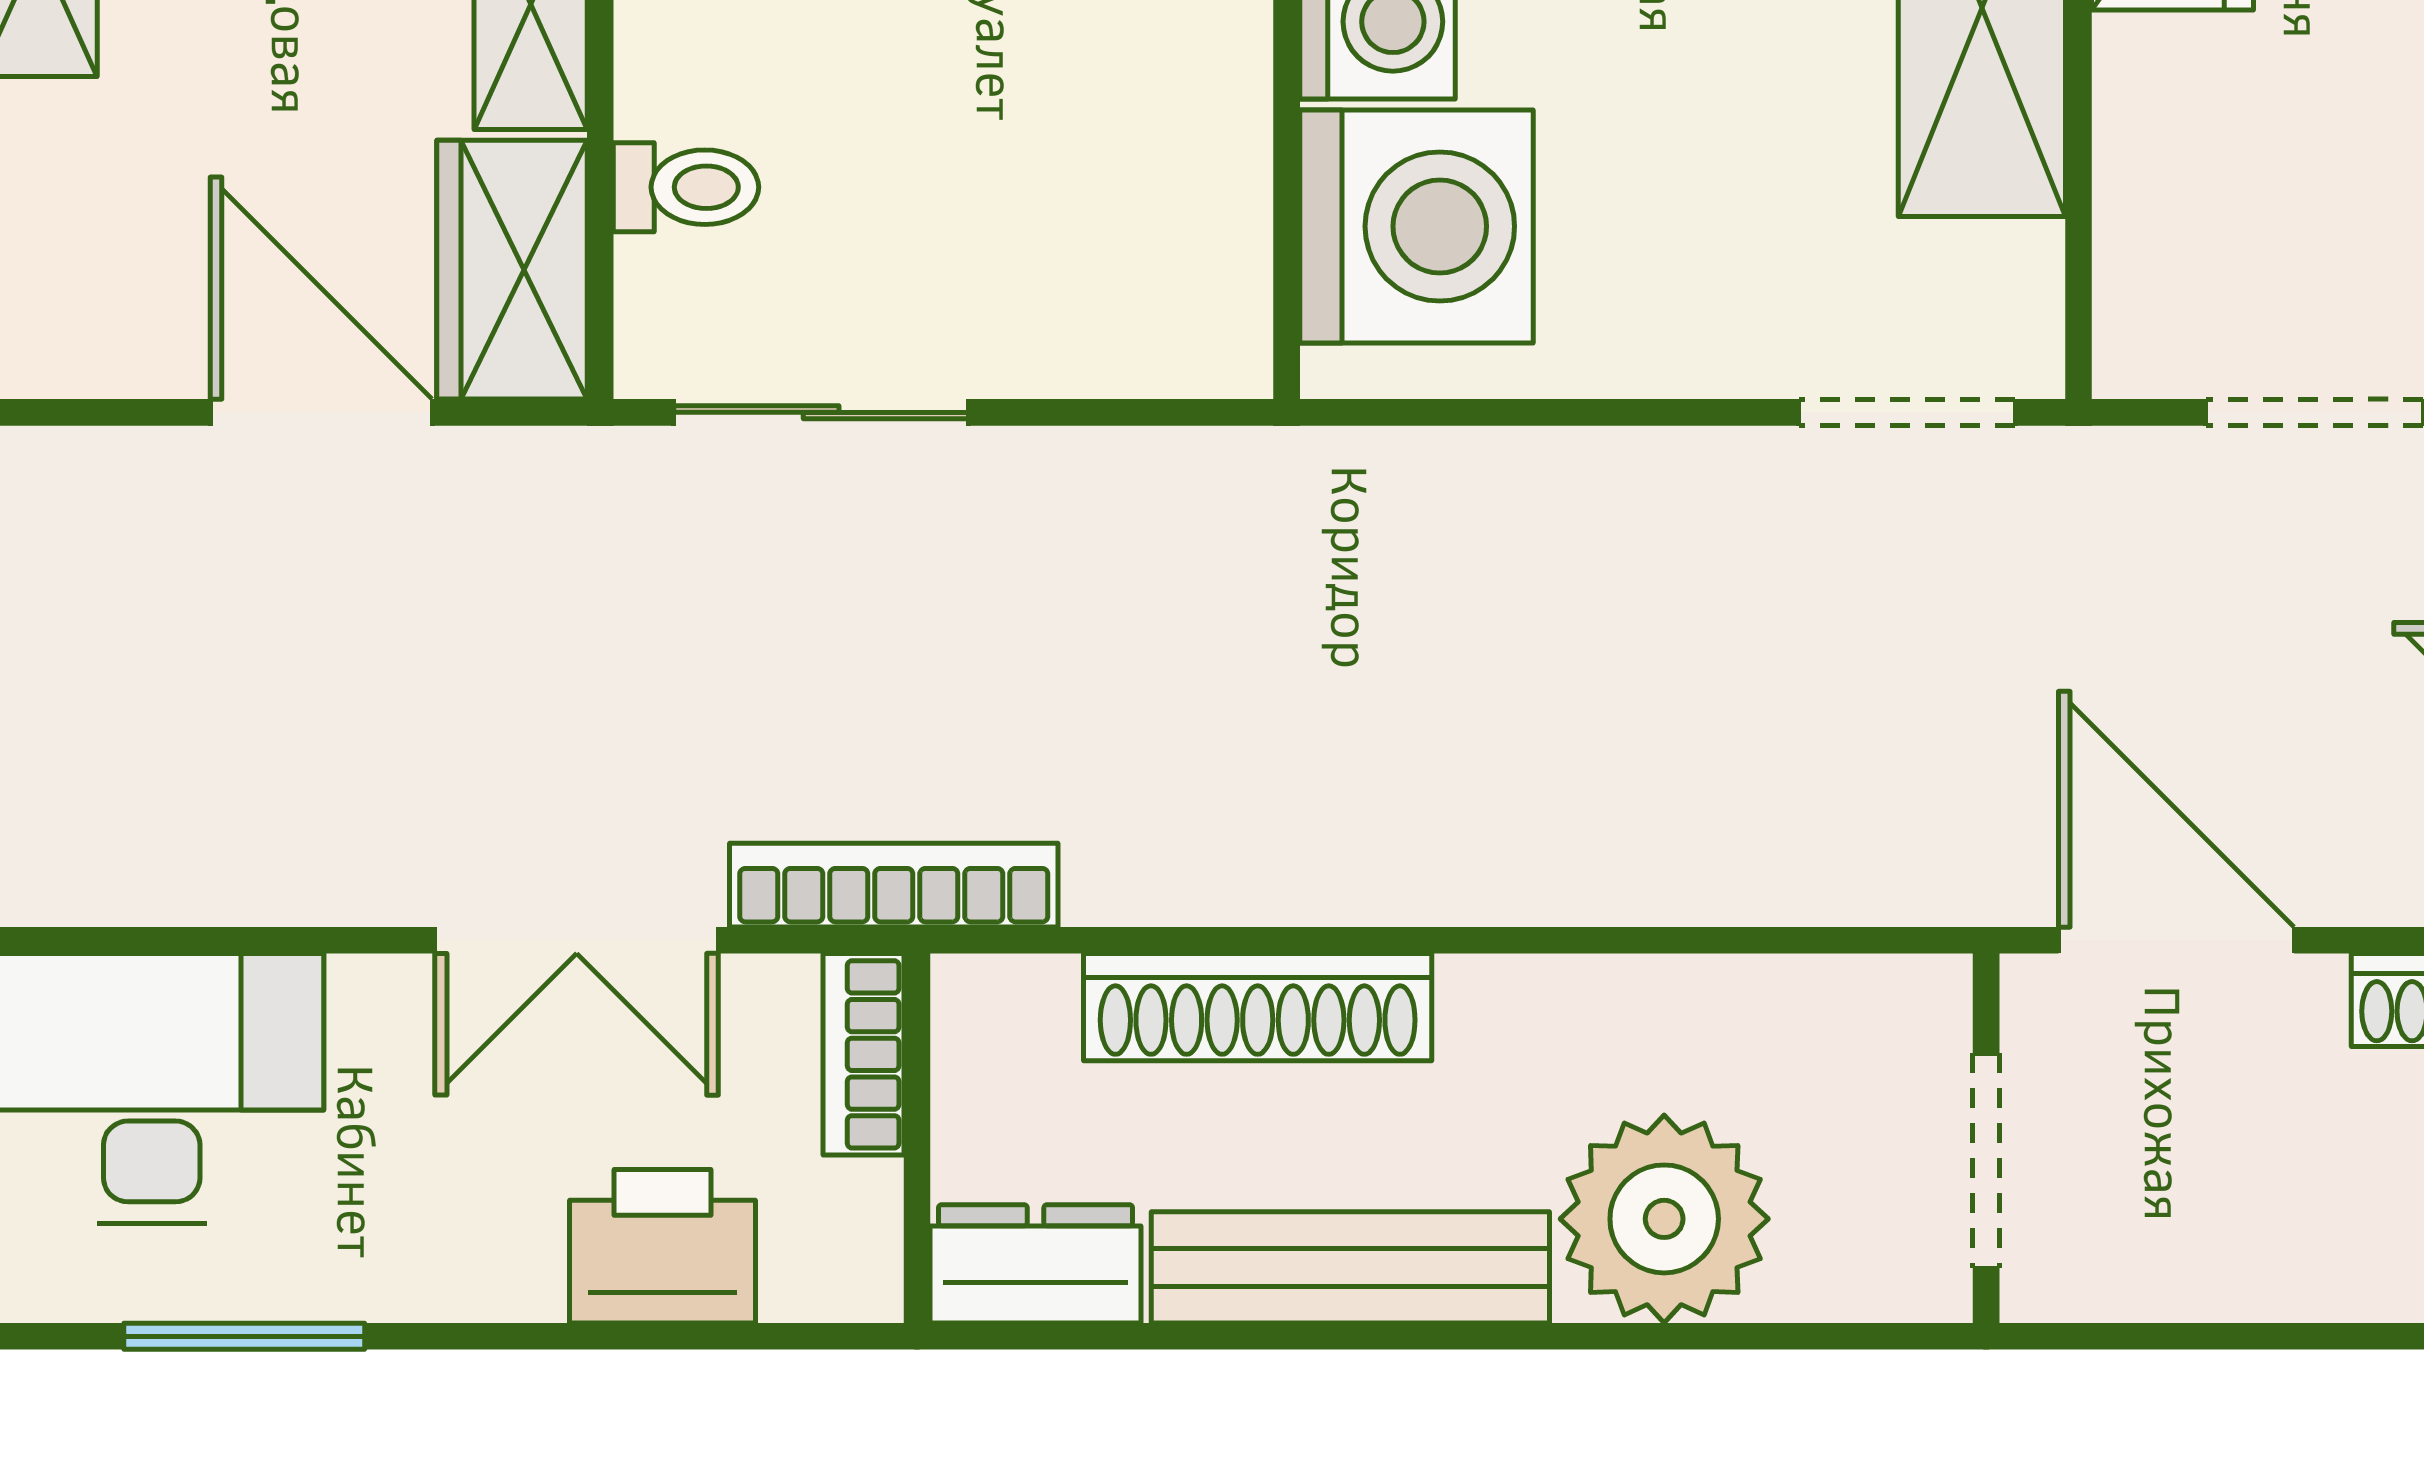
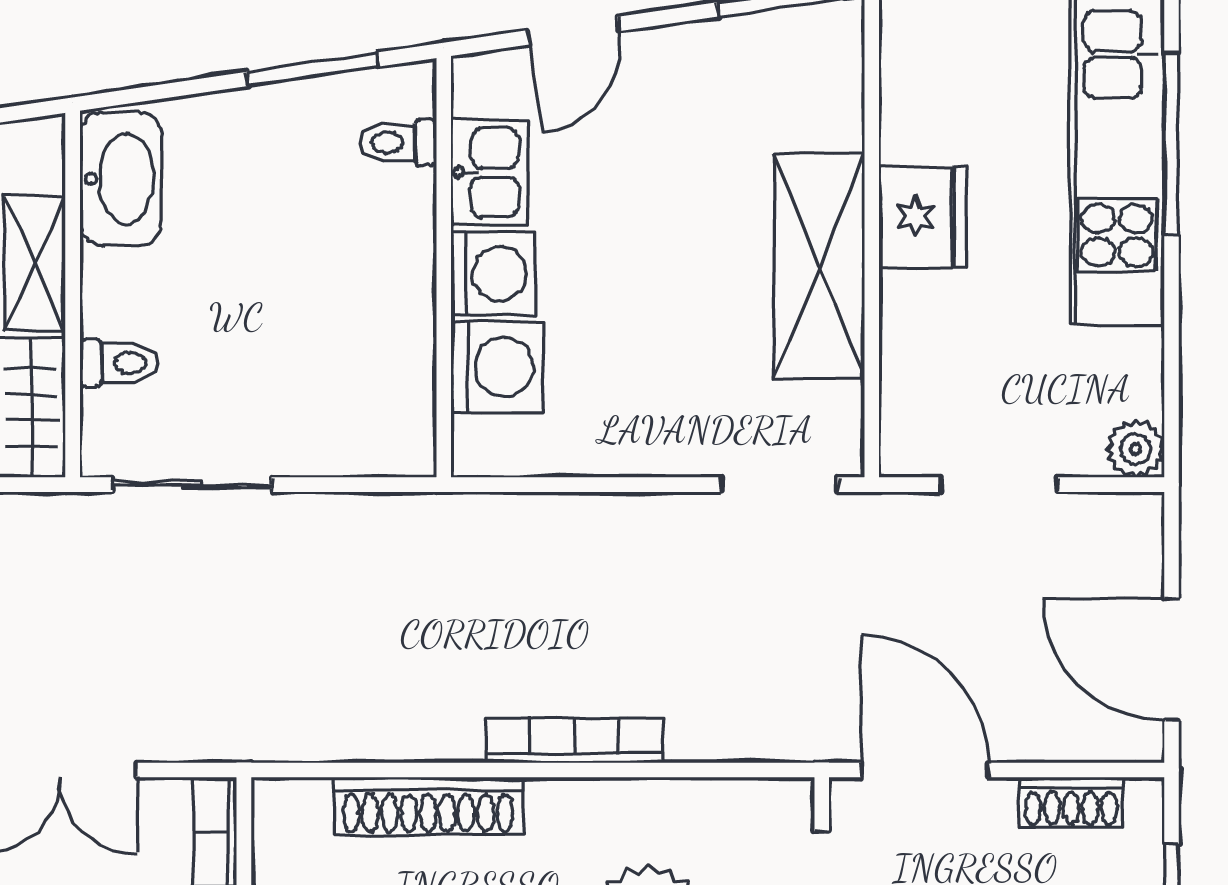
washing machine: (1416, 226) -> (497, 367), width x0.73, depth x0.73
bookcase: (894, 885) -> (574, 740), moved

